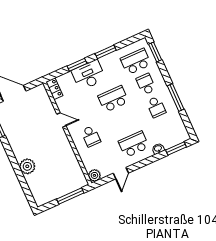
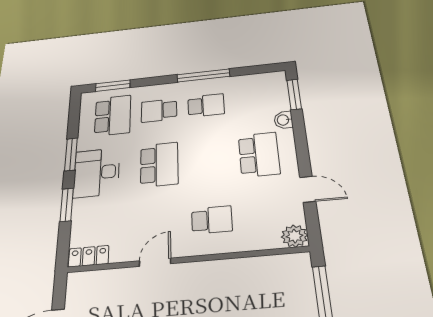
school desk: (136, 62) -> (113, 115), turned 180
desk: (89, 75) -> (97, 173), moved
school desk: (113, 99) -> (159, 164), turned 180
school desk: (134, 144) -> (259, 154), turned 180

